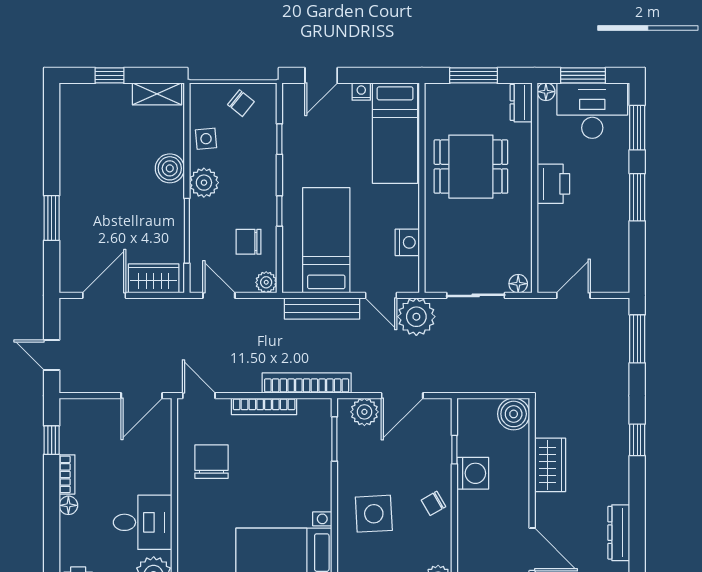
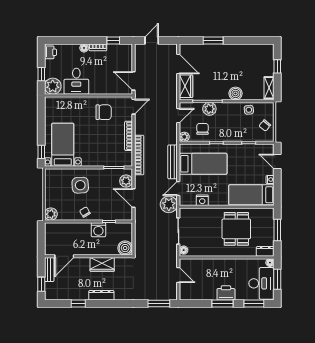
plant: (204, 183) -> (209, 109), moved
printer: (553, 184) -> (226, 293), moved, turned 180
window: (637, 440) -> (78, 304), moved
dresser: (619, 533) -> (101, 295), moved

